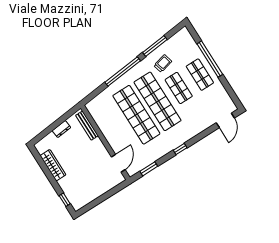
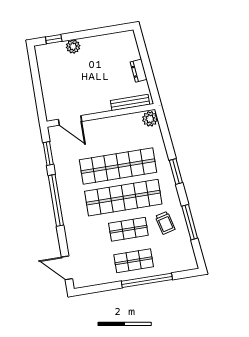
window: (123, 71) -> (176, 171), width x0.47
plant: (93, 106) -> (150, 119), added
window: (180, 149) -> (56, 200), width x3.17
wardrobe: (53, 165) -> (100, 43), removed
plant: (64, 184) -> (73, 47), added

